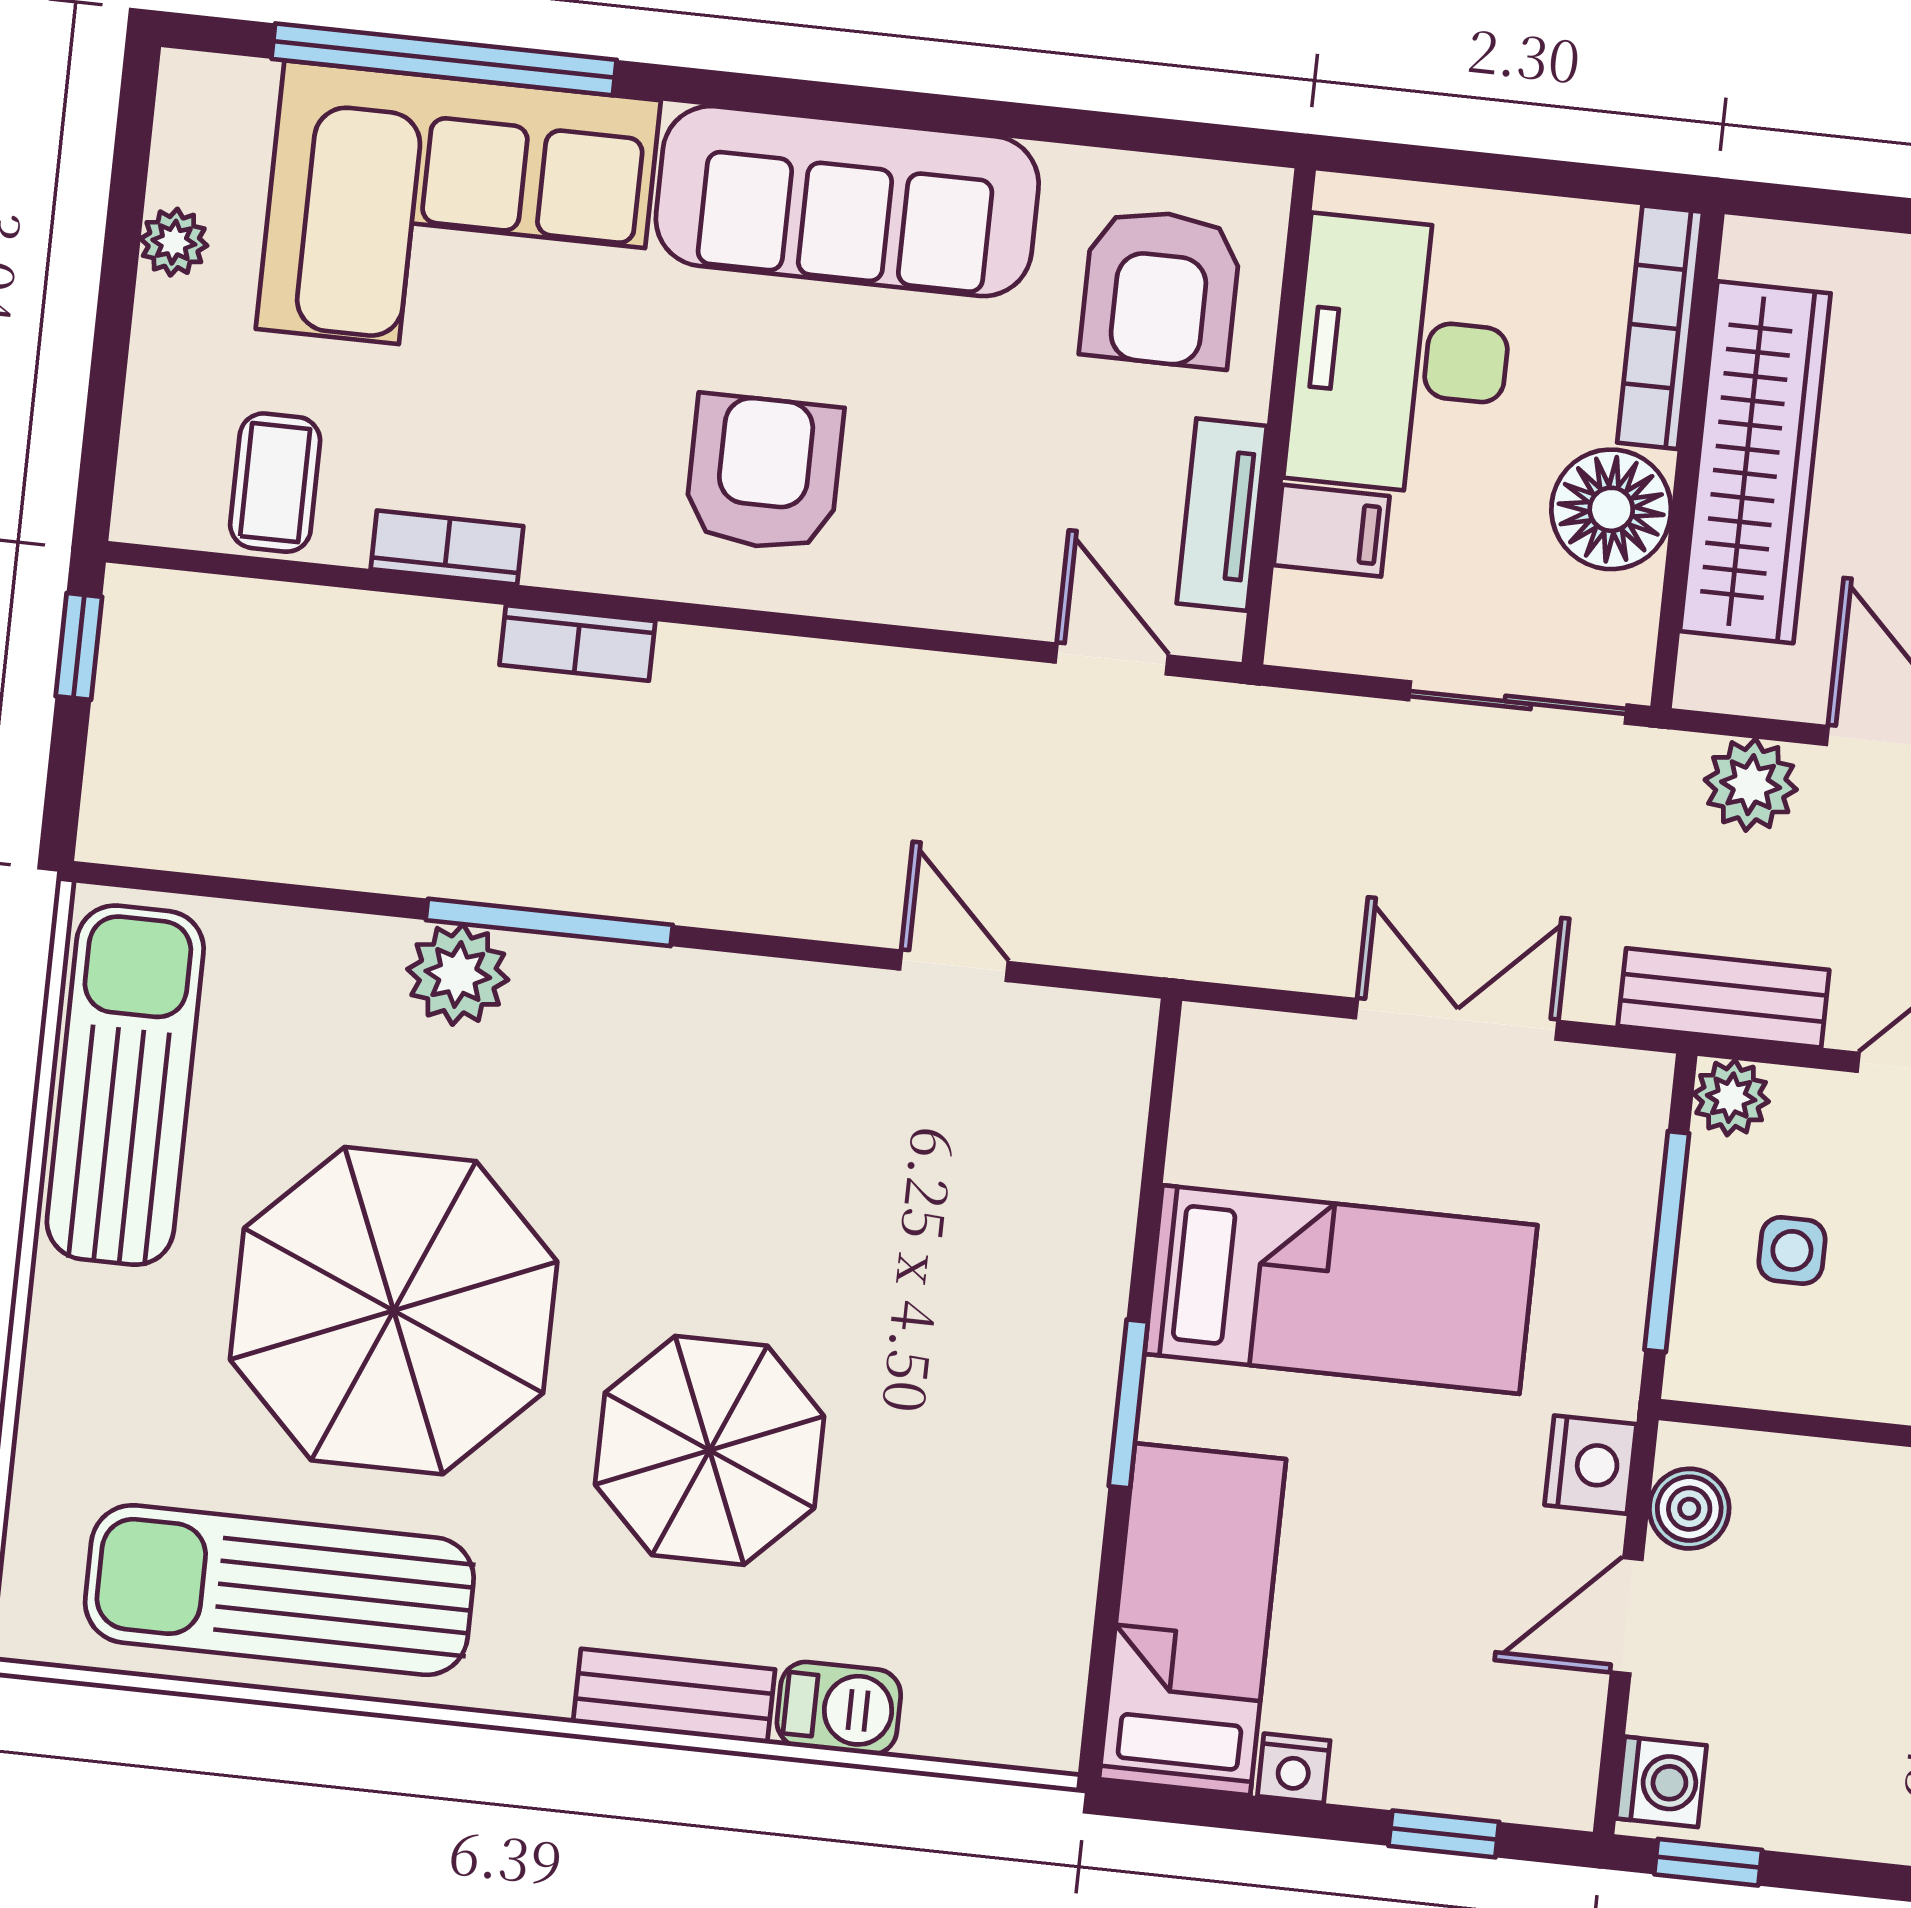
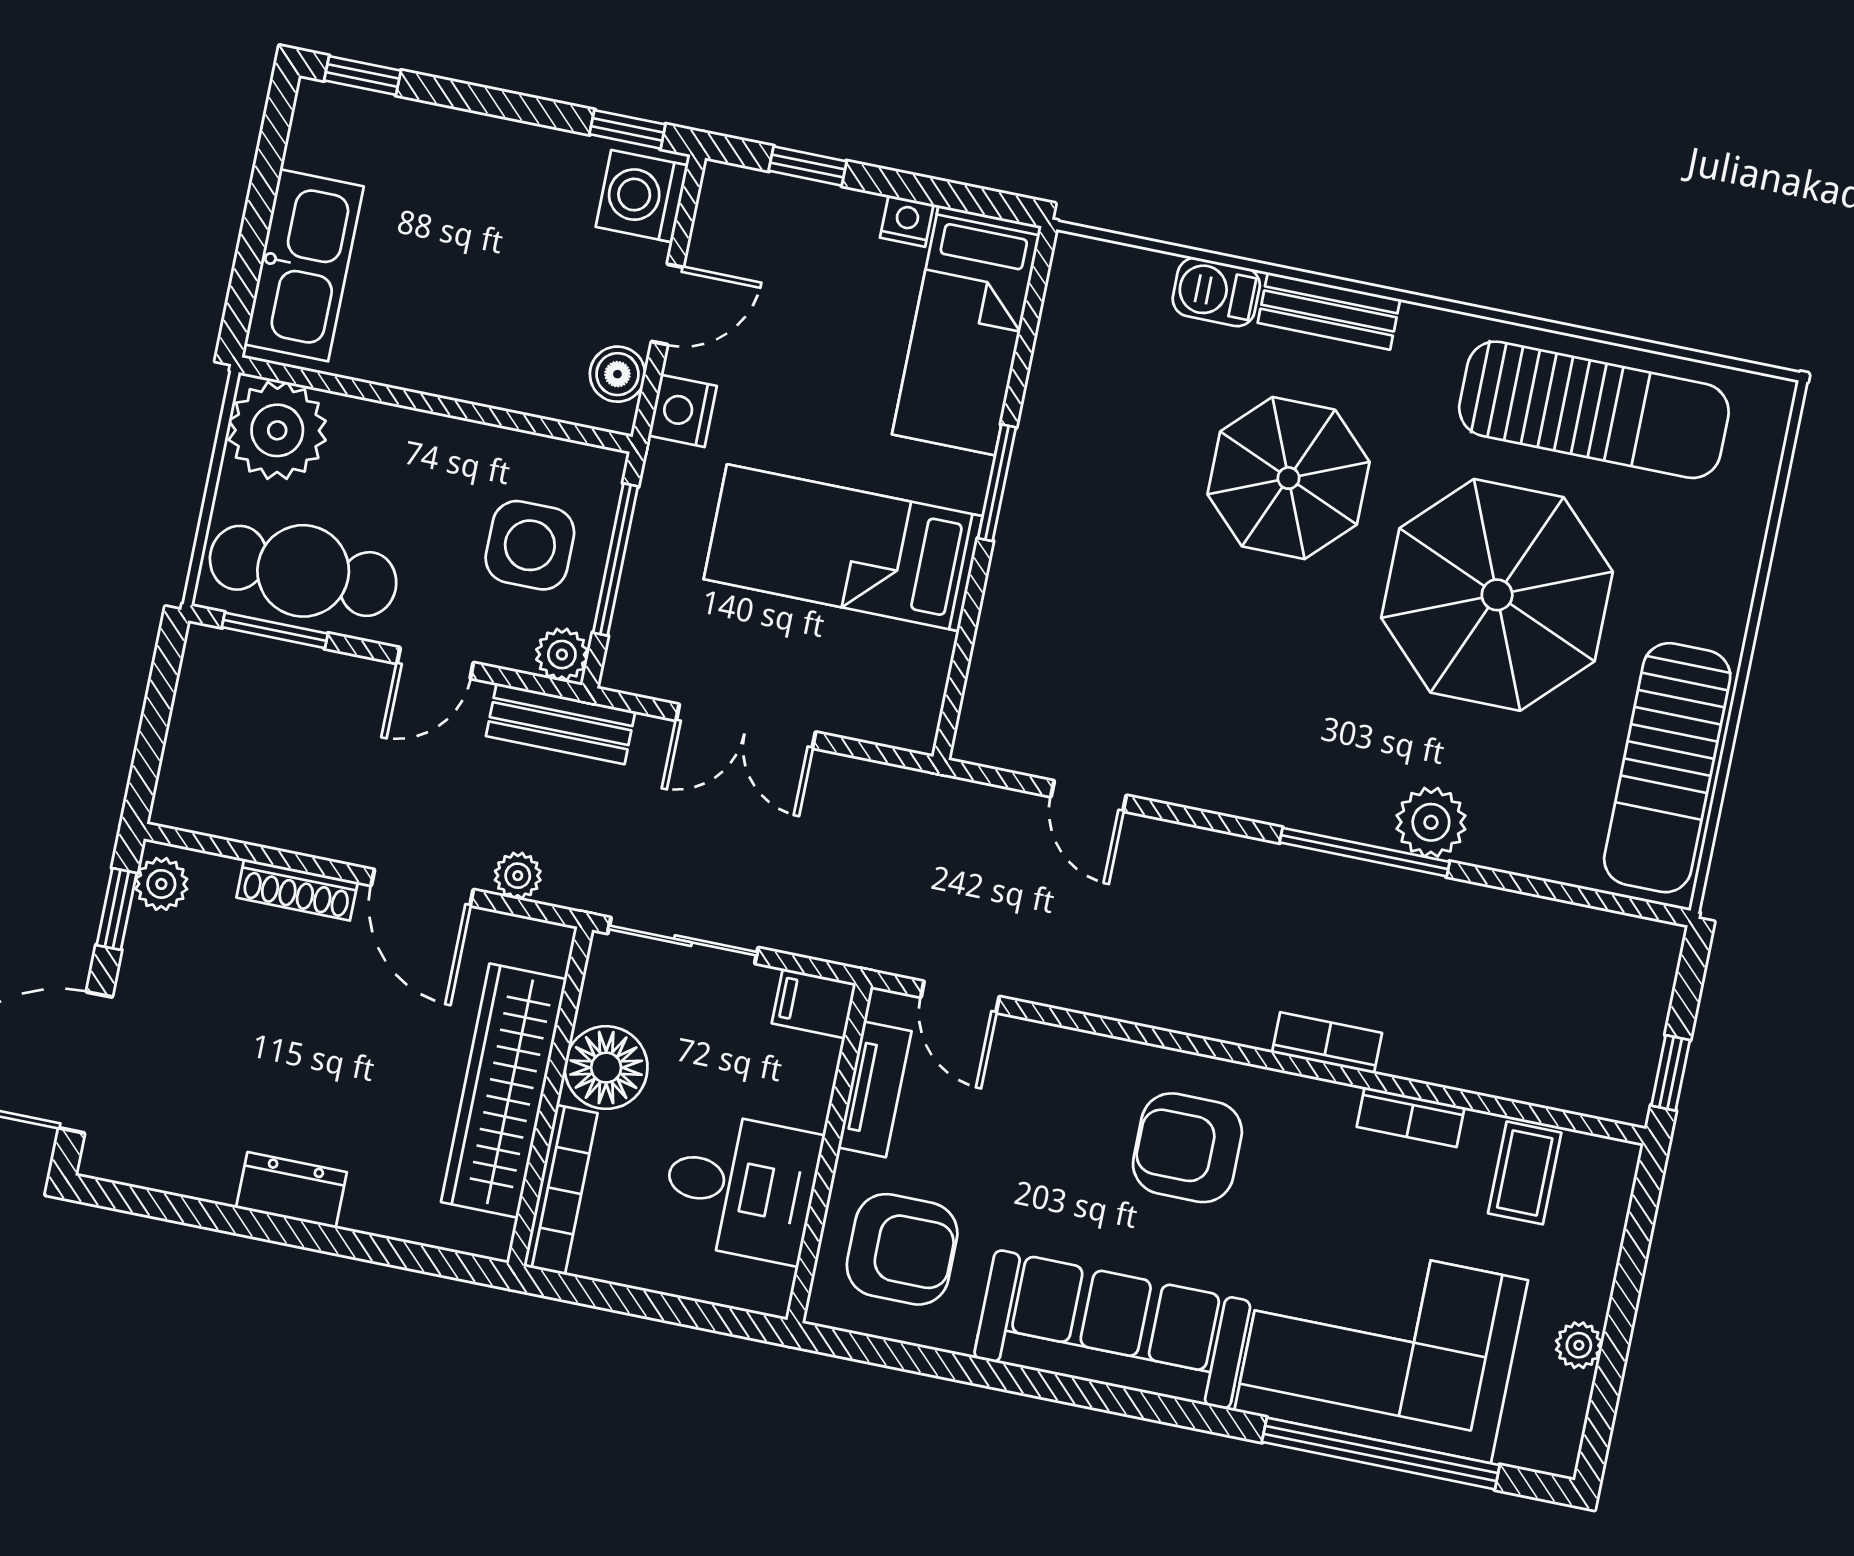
armchair: (1161, 288) -> (902, 1249), turned 90
desk: (1401, 356) -> (741, 1187), width x0.73
armchair: (764, 473) -> (1187, 1148), turned 90
filing cabinet: (1332, 531) -> (814, 1003), moved
plant: (1751, 785) -> (518, 876), width x0.73, depth x0.73
side table: (1792, 1250) -> (530, 545), width x1.87, depth x1.87
washing machine: (1661, 1782) -> (642, 196), width x1.38, depth x1.38

